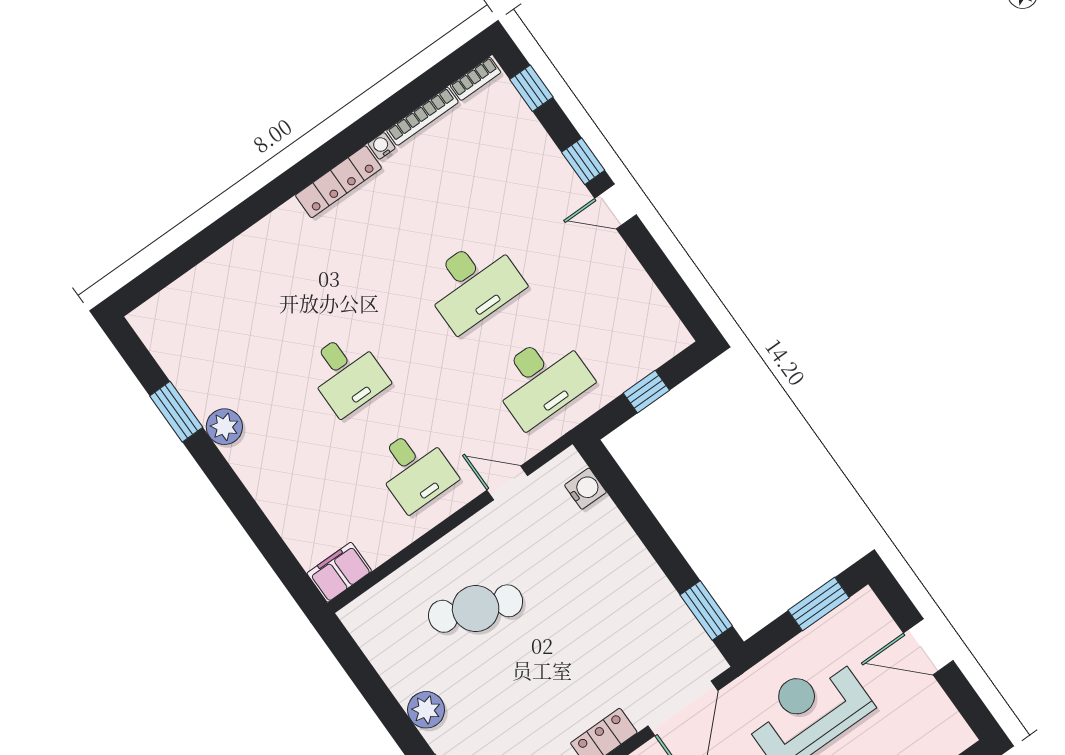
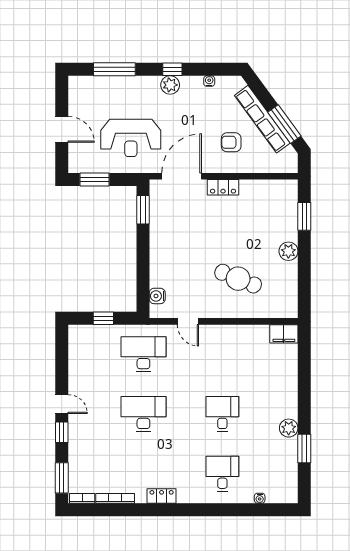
window: (531, 88) -> (62, 478), width x1.50
water cooler: (382, 146) -> (260, 498), moved
locker: (338, 182) -> (162, 496), width x0.66
desk: (415, 470) -> (222, 474), moved

